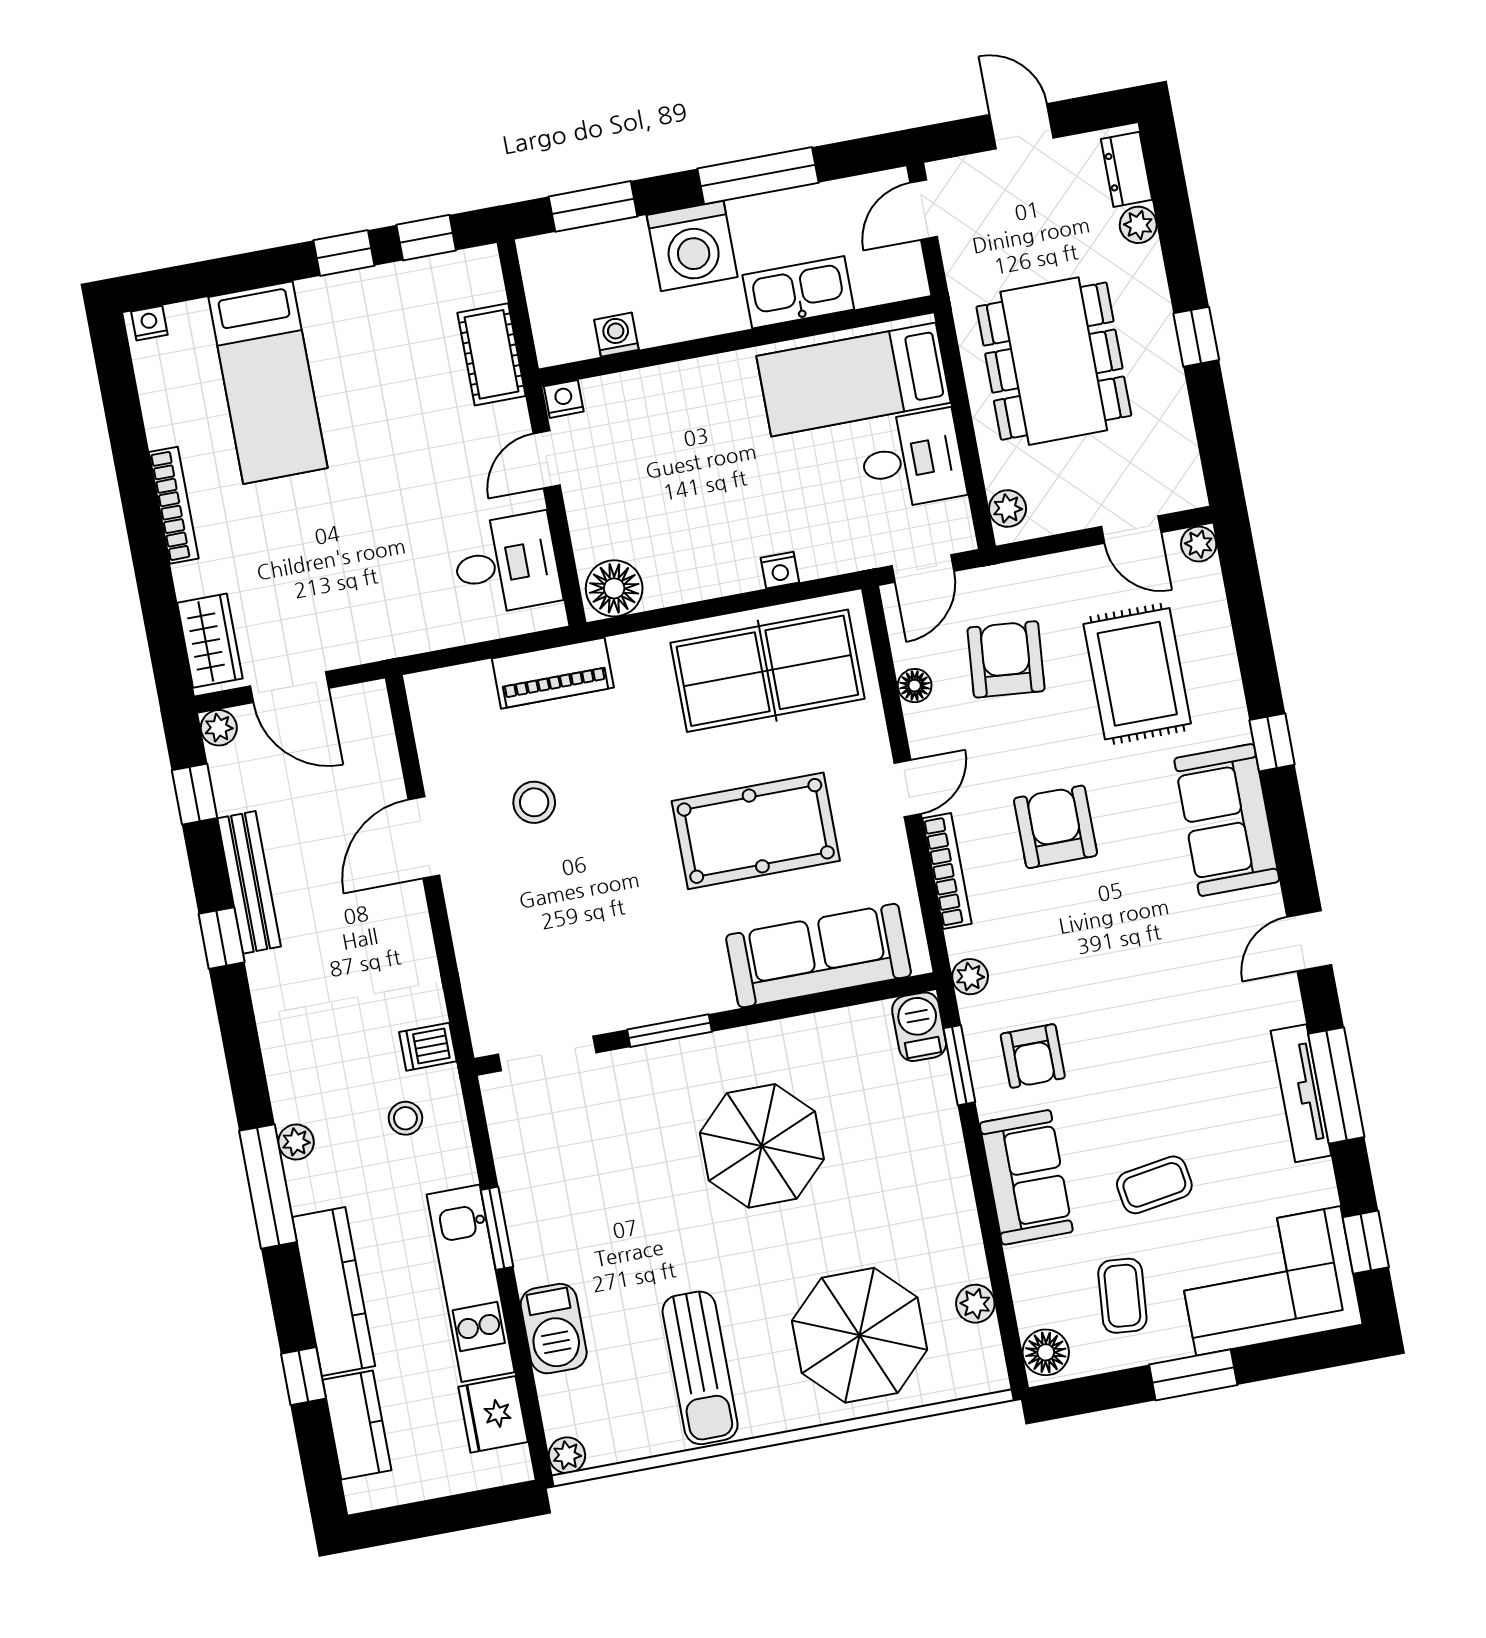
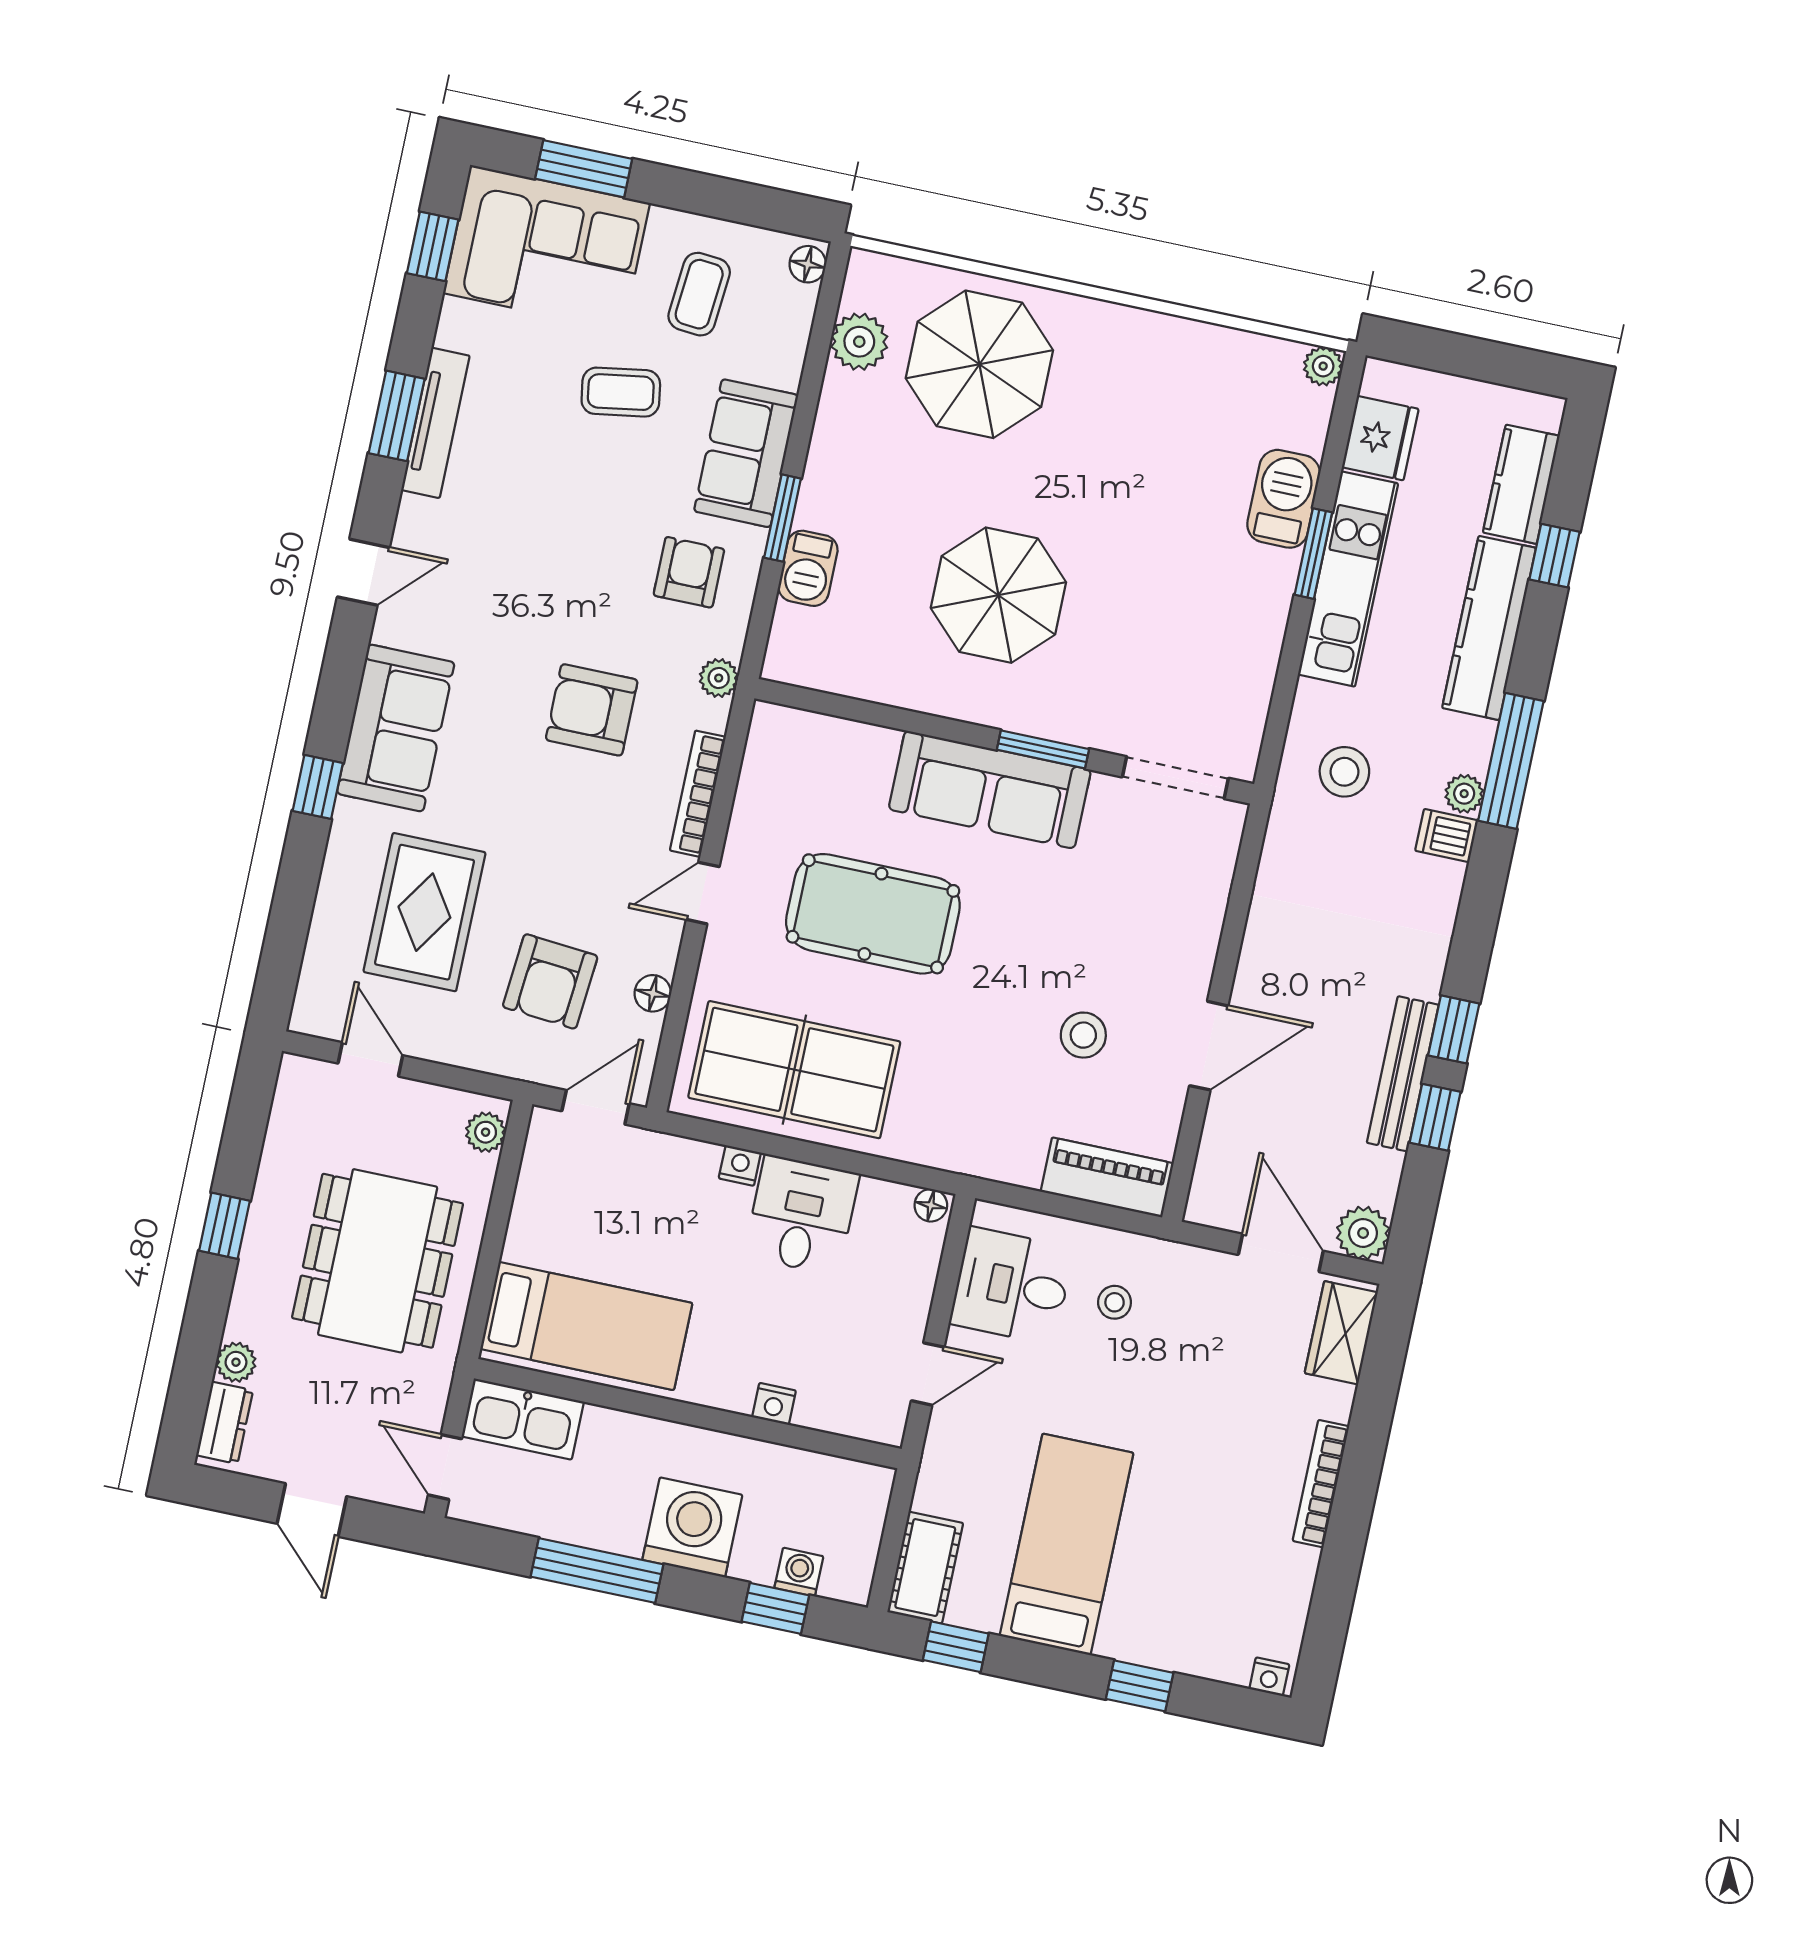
window: (593, 206) -> (775, 1608), width x0.67
door: (924, 210) -> (445, 1467), swing flipped
window: (344, 253) -> (1140, 1686), moved
kitchen sink: (798, 292) -> (523, 1419), moved
washing machine: (616, 335) -> (799, 1572), moved, turned 180
cot: (491, 354) -> (925, 1568), moved
bed: (268, 383) -> (1067, 1544), moved
nightstand: (564, 399) -> (774, 1404), moved
desk: (912, 460) -> (802, 1215), moved, turned 90
plant: (1199, 544) -> (309, 1017), removed
stool: (413, 586) -> (1115, 1302), added
floor lamp: (614, 588) -> (931, 1205), width x0.53, depth x0.53
piano: (553, 673) -> (1107, 1177), moved
plant: (219, 728) -> (1363, 1233), width x1.38, depth x1.38
window: (195, 794) -> (1435, 1117), moved
armchair: (1056, 827) -> (592, 710), moved, turned 90
sofa: (818, 956) -> (990, 790), moved
barbecue: (919, 1027) -> (808, 568), moved
dishwasher: (428, 1047) -> (1447, 836), moved, turned 180
window: (959, 1065) -> (783, 518), moved
window: (1336, 1085) -> (397, 416), width x0.69
stool: (405, 1118) -> (1344, 772), width x1.37, depth x1.37
window: (497, 1228) -> (1313, 554), moved
plant: (975, 1304) -> (859, 342), width x1.38, depth x1.38
floor lamp: (1046, 1352) -> (808, 264), width x0.73, depth x0.73
sun lounger: (700, 1368) -> (1153, 398), removed
window: (1193, 1375) -> (584, 169), moved

